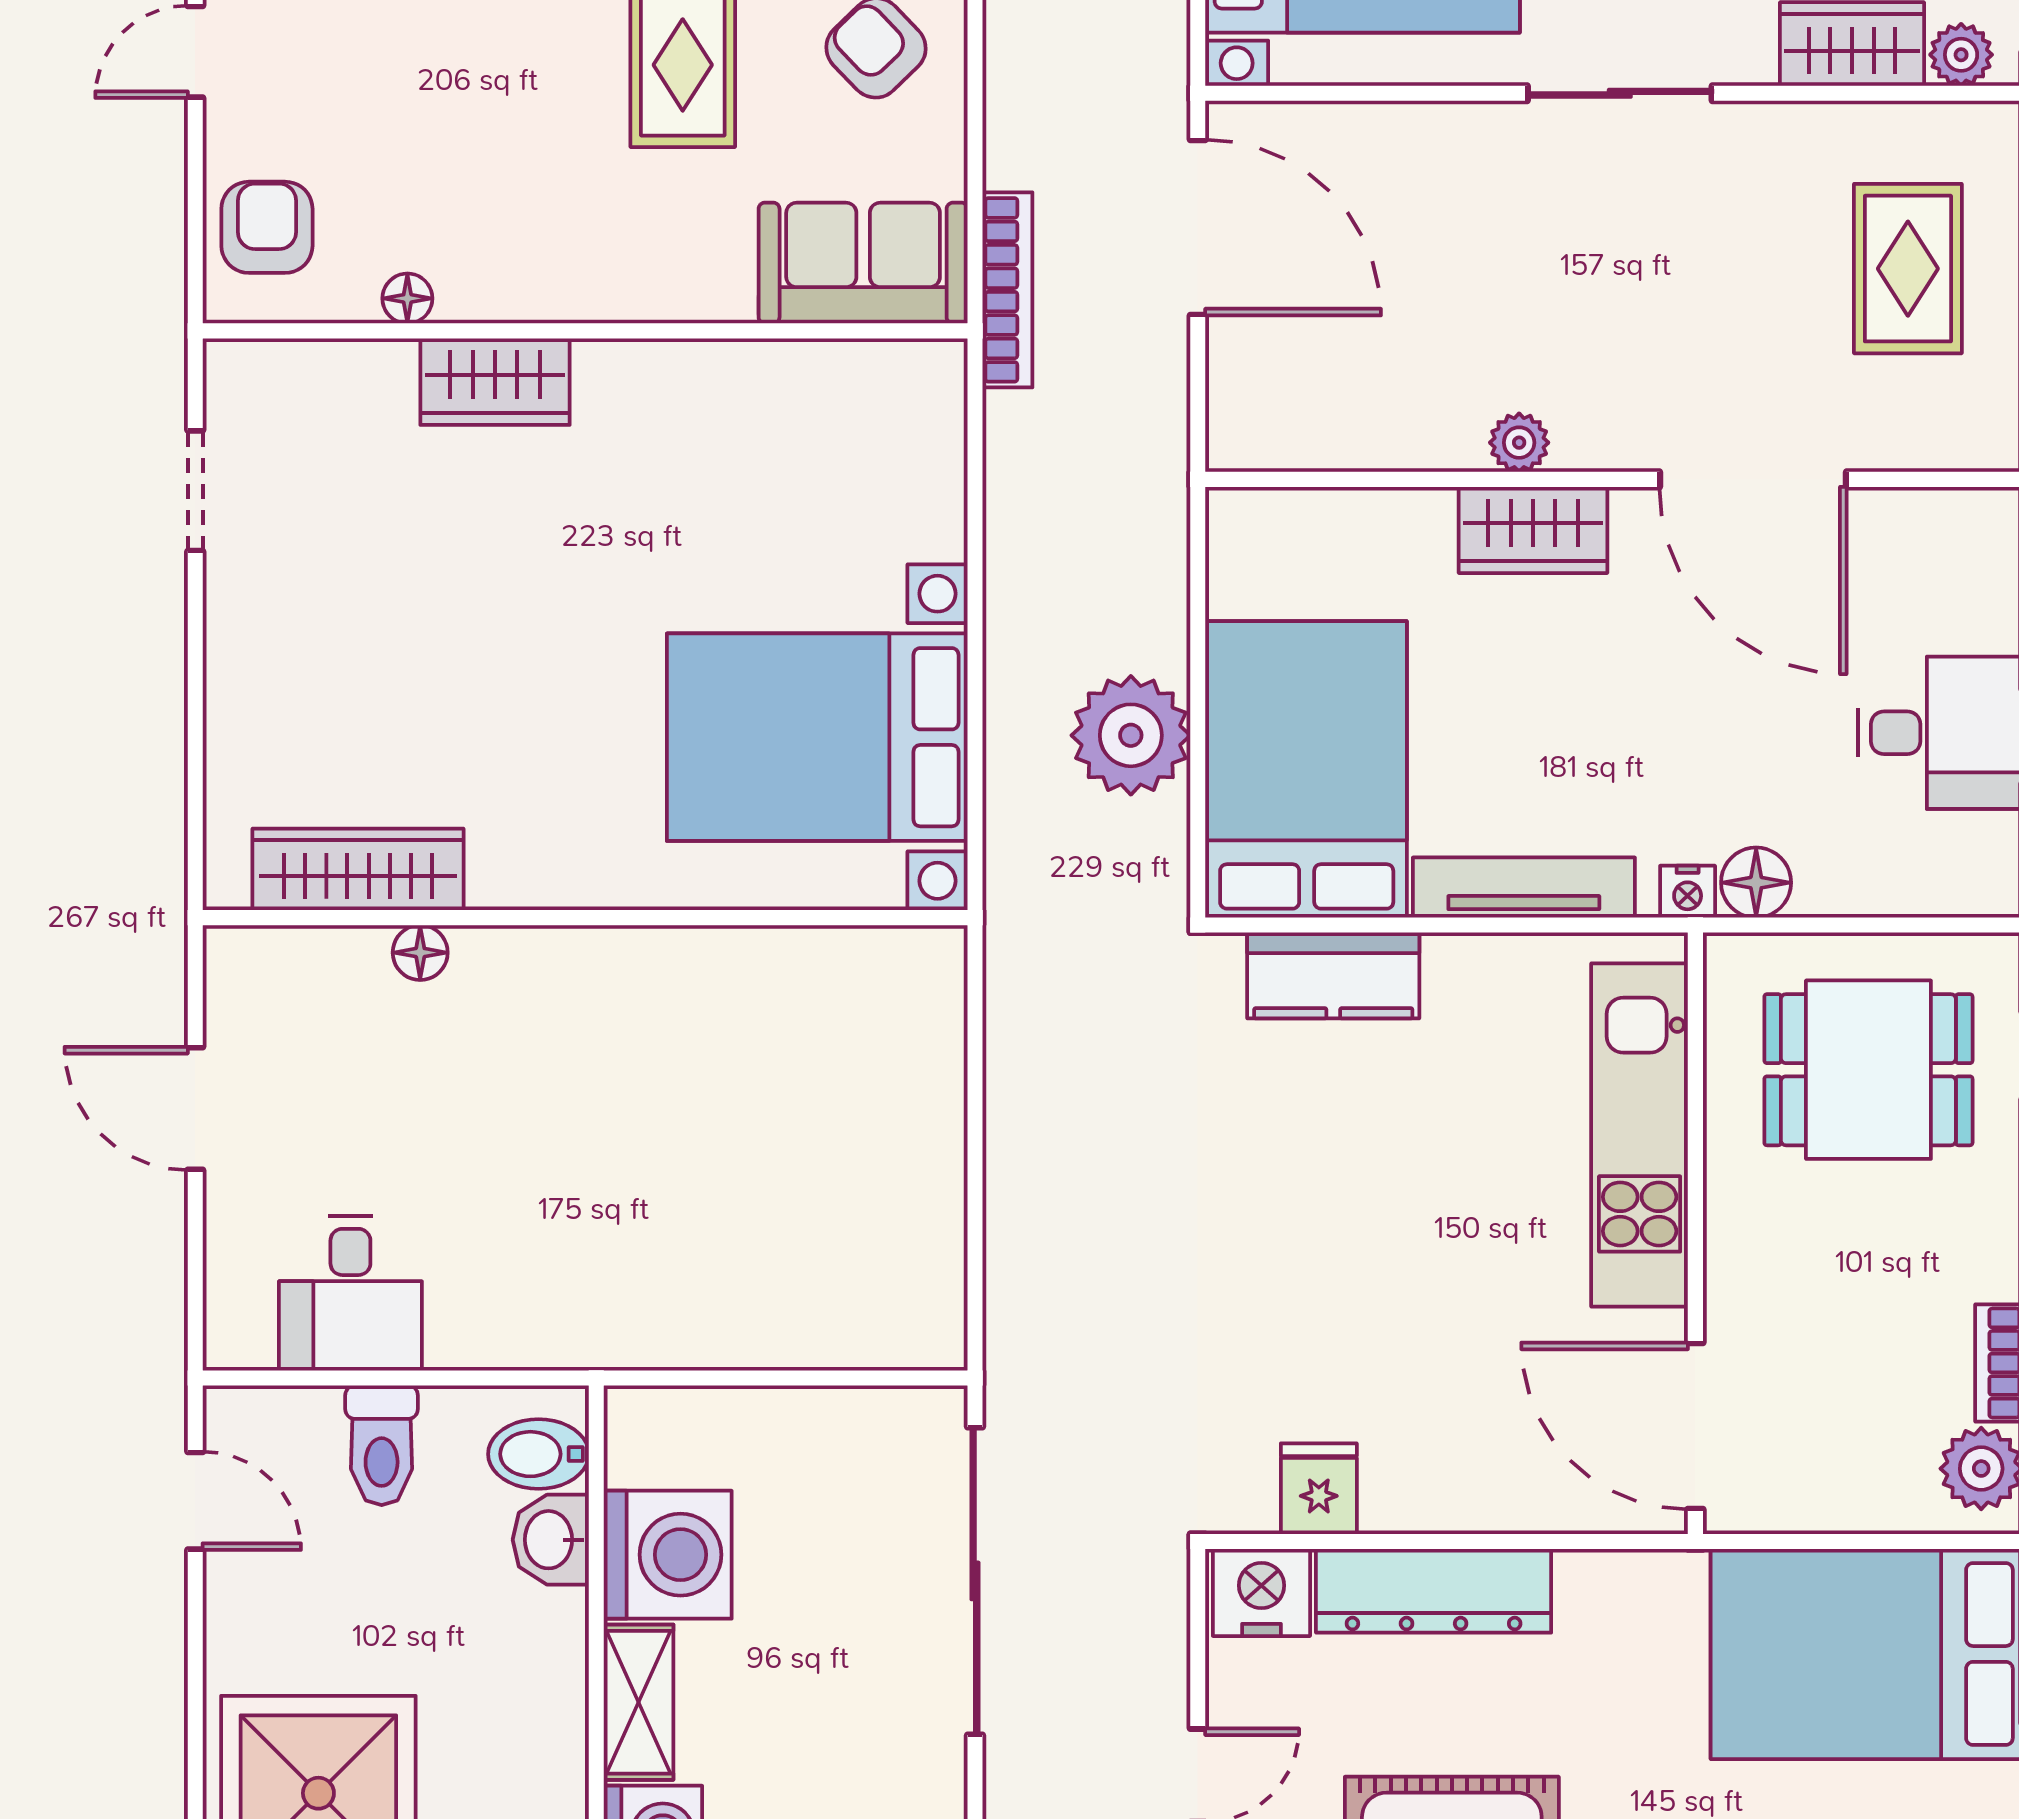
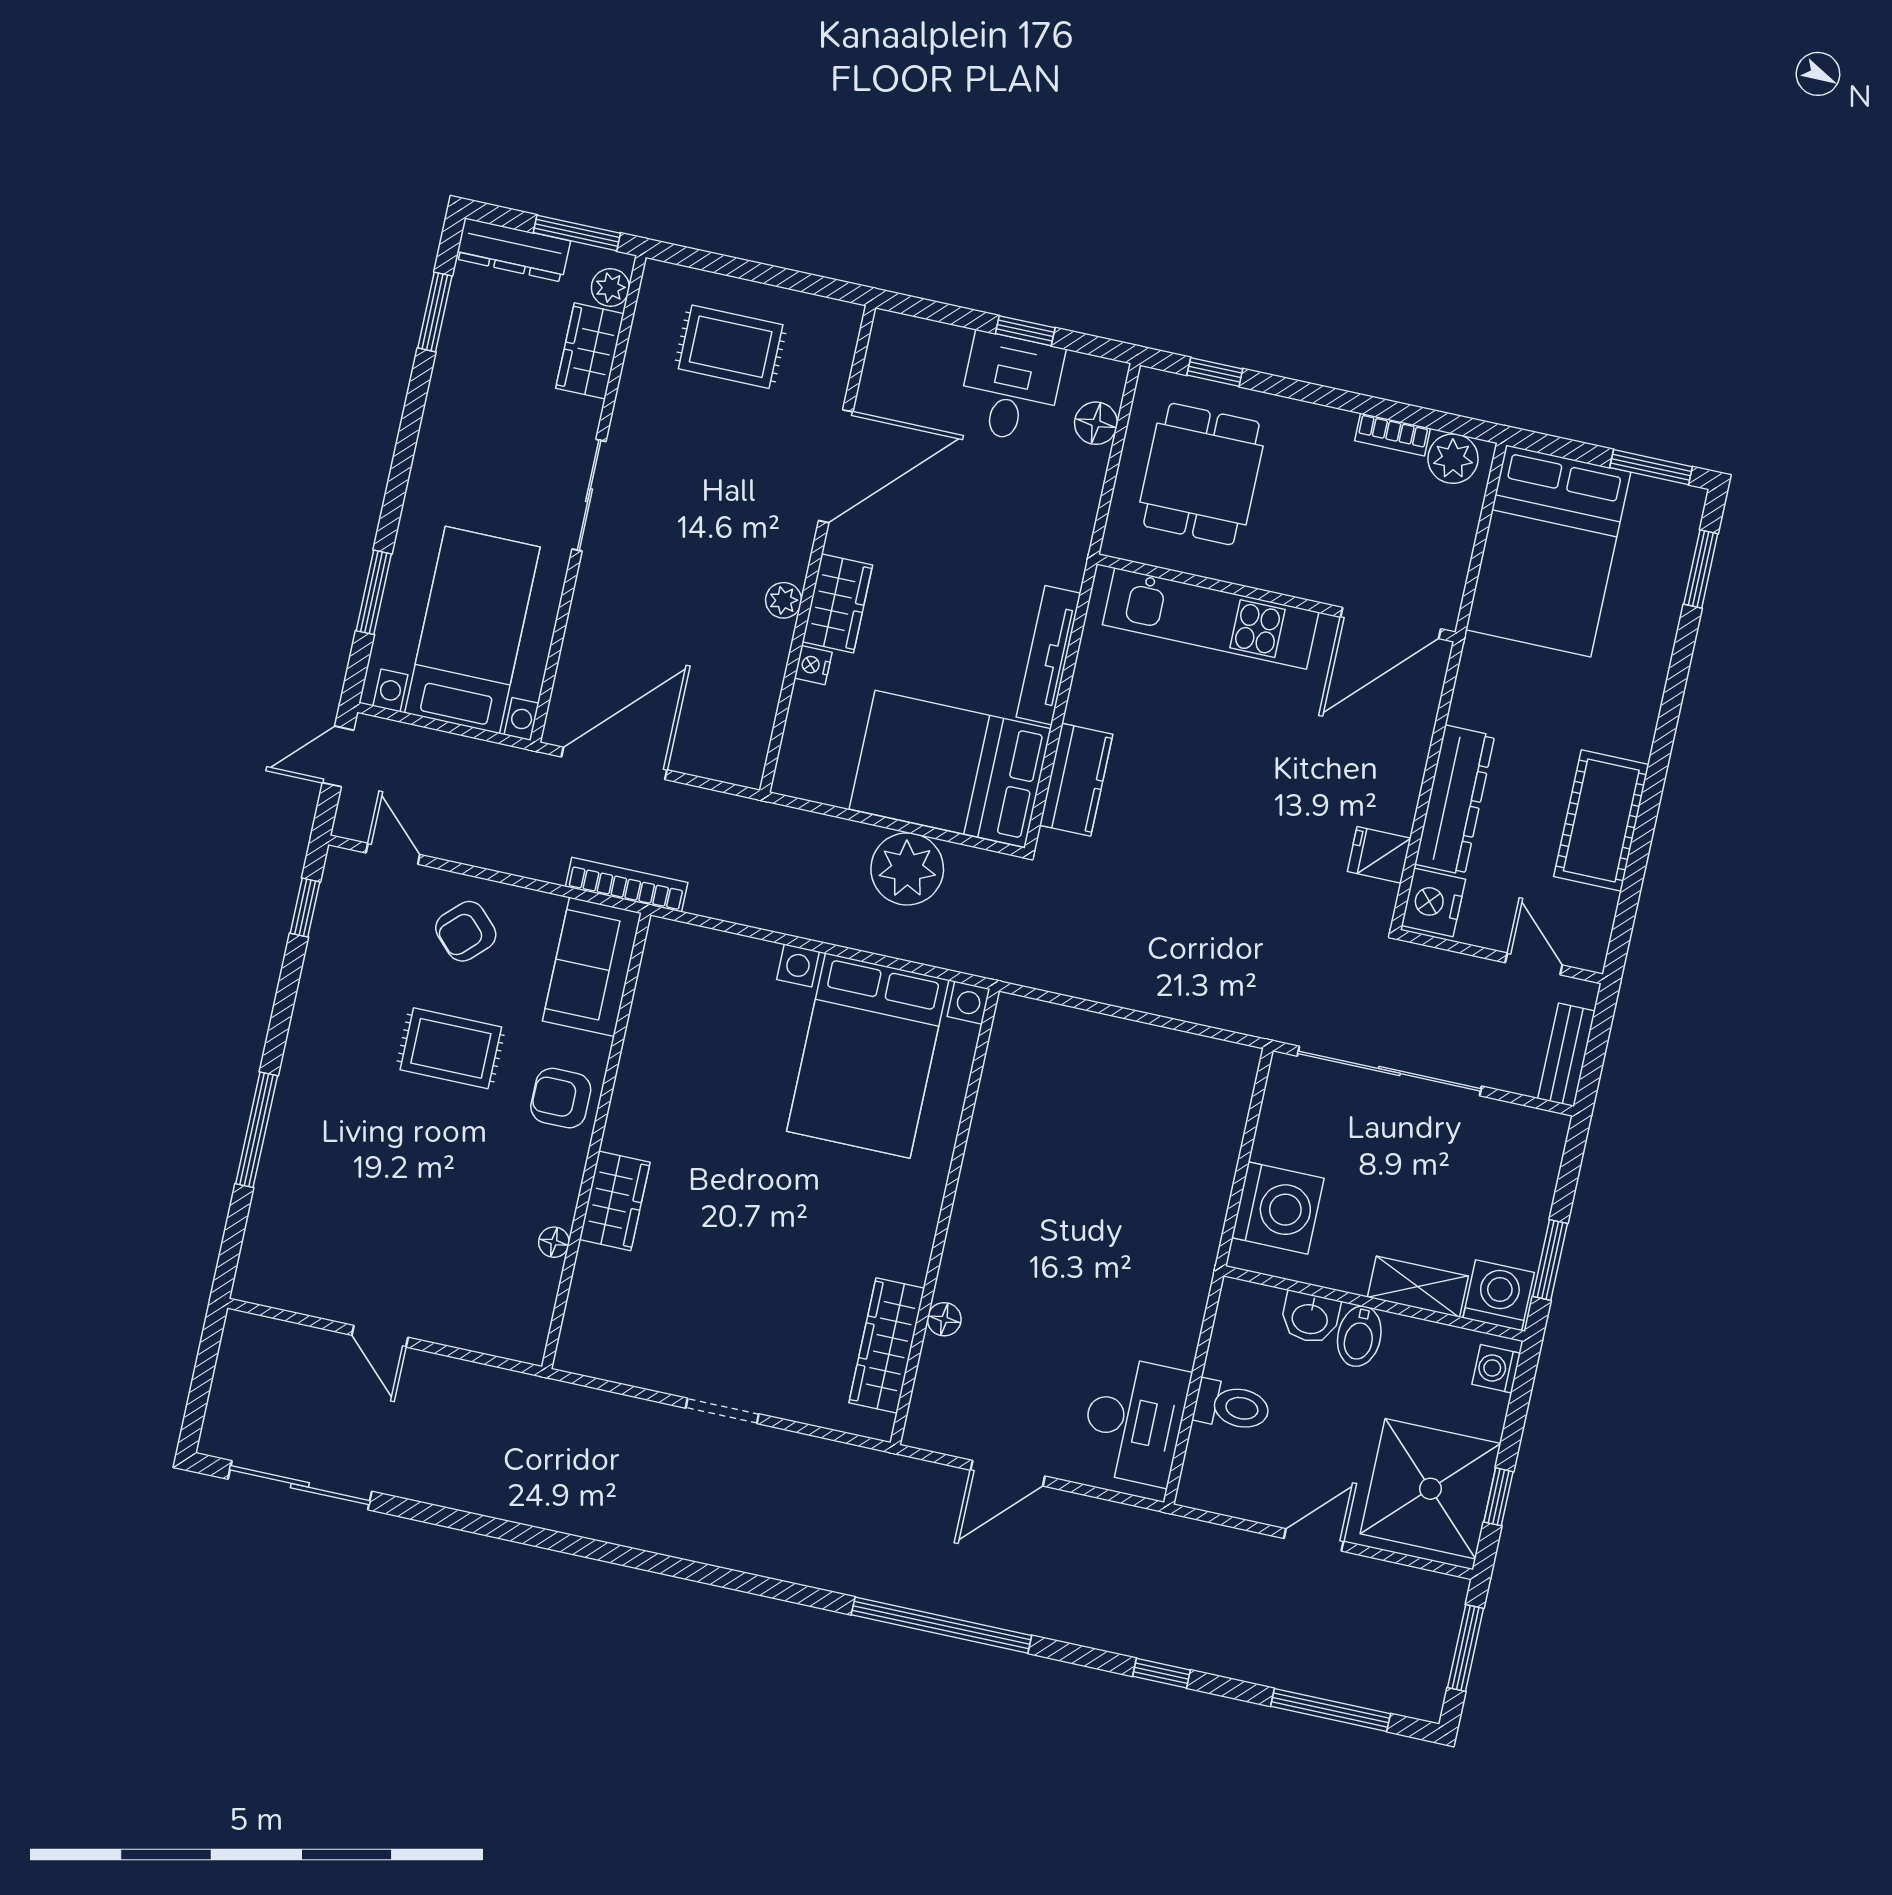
armchair: (267, 227) -> (561, 1098), moved
doorway: (195, 491) -> (722, 1411), moved
floor lamp: (1756, 883) -> (1096, 423), moved
nightstand: (1688, 892) -> (813, 665), moved, turned 180
desk: (350, 1294) -> (1134, 1421), width x1.37
bidet: (538, 1454) -> (1359, 1336), moved
door: (195, 1501) -> (1314, 1540), moved
washing machine: (668, 1555) -> (1278, 1208), moved, turned 90

